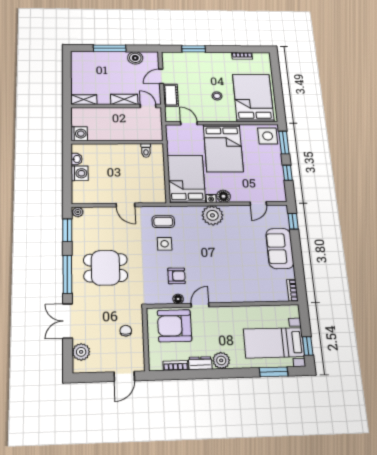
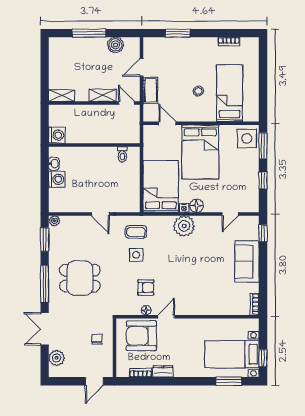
bed: (253, 98) -> (230, 93), width x0.67
plant: (221, 360) -> (182, 369), removed

